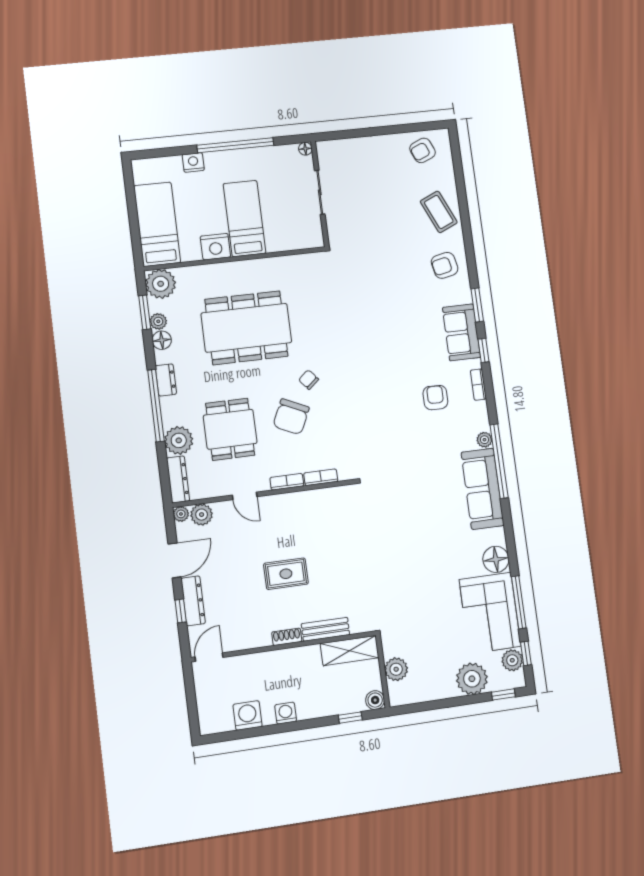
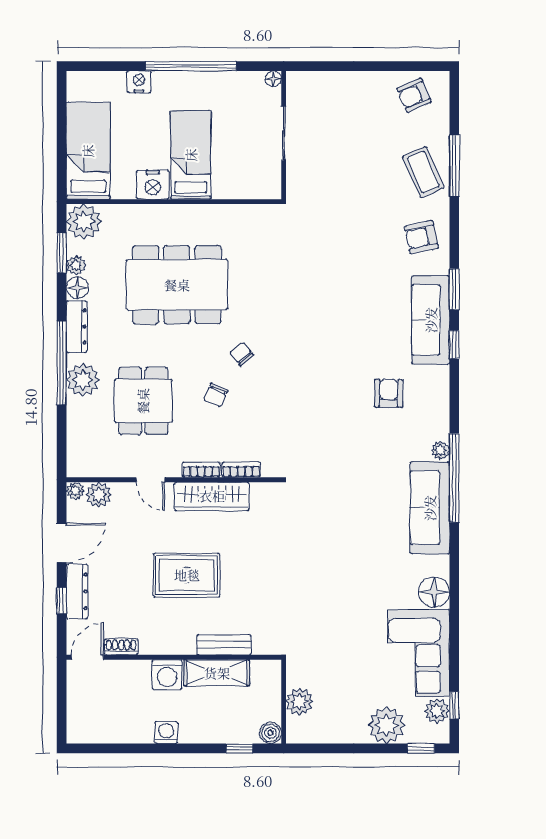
sofa: (461, 332) -> (431, 320), width x1.36
dresser: (166, 380) -> (77, 327), width x1.44
bookcase: (478, 385) -> (442, 384), removed
chair: (291, 417) -> (216, 395), width x0.54, depth x0.54
plant: (179, 440) -> (83, 380), moved
dresser: (178, 479) -> (77, 451), removed
wardrobe: (299, 503) -> (212, 496), added
rug: (286, 574) -> (187, 575), width x1.36, depth x1.43
window: (519, 602) -> (454, 166), moved
shoe rack: (287, 637) -> (121, 647), moved
shelving: (350, 651) -> (217, 673), moved
washing machine: (248, 715) -> (167, 675), moved, turned 180

